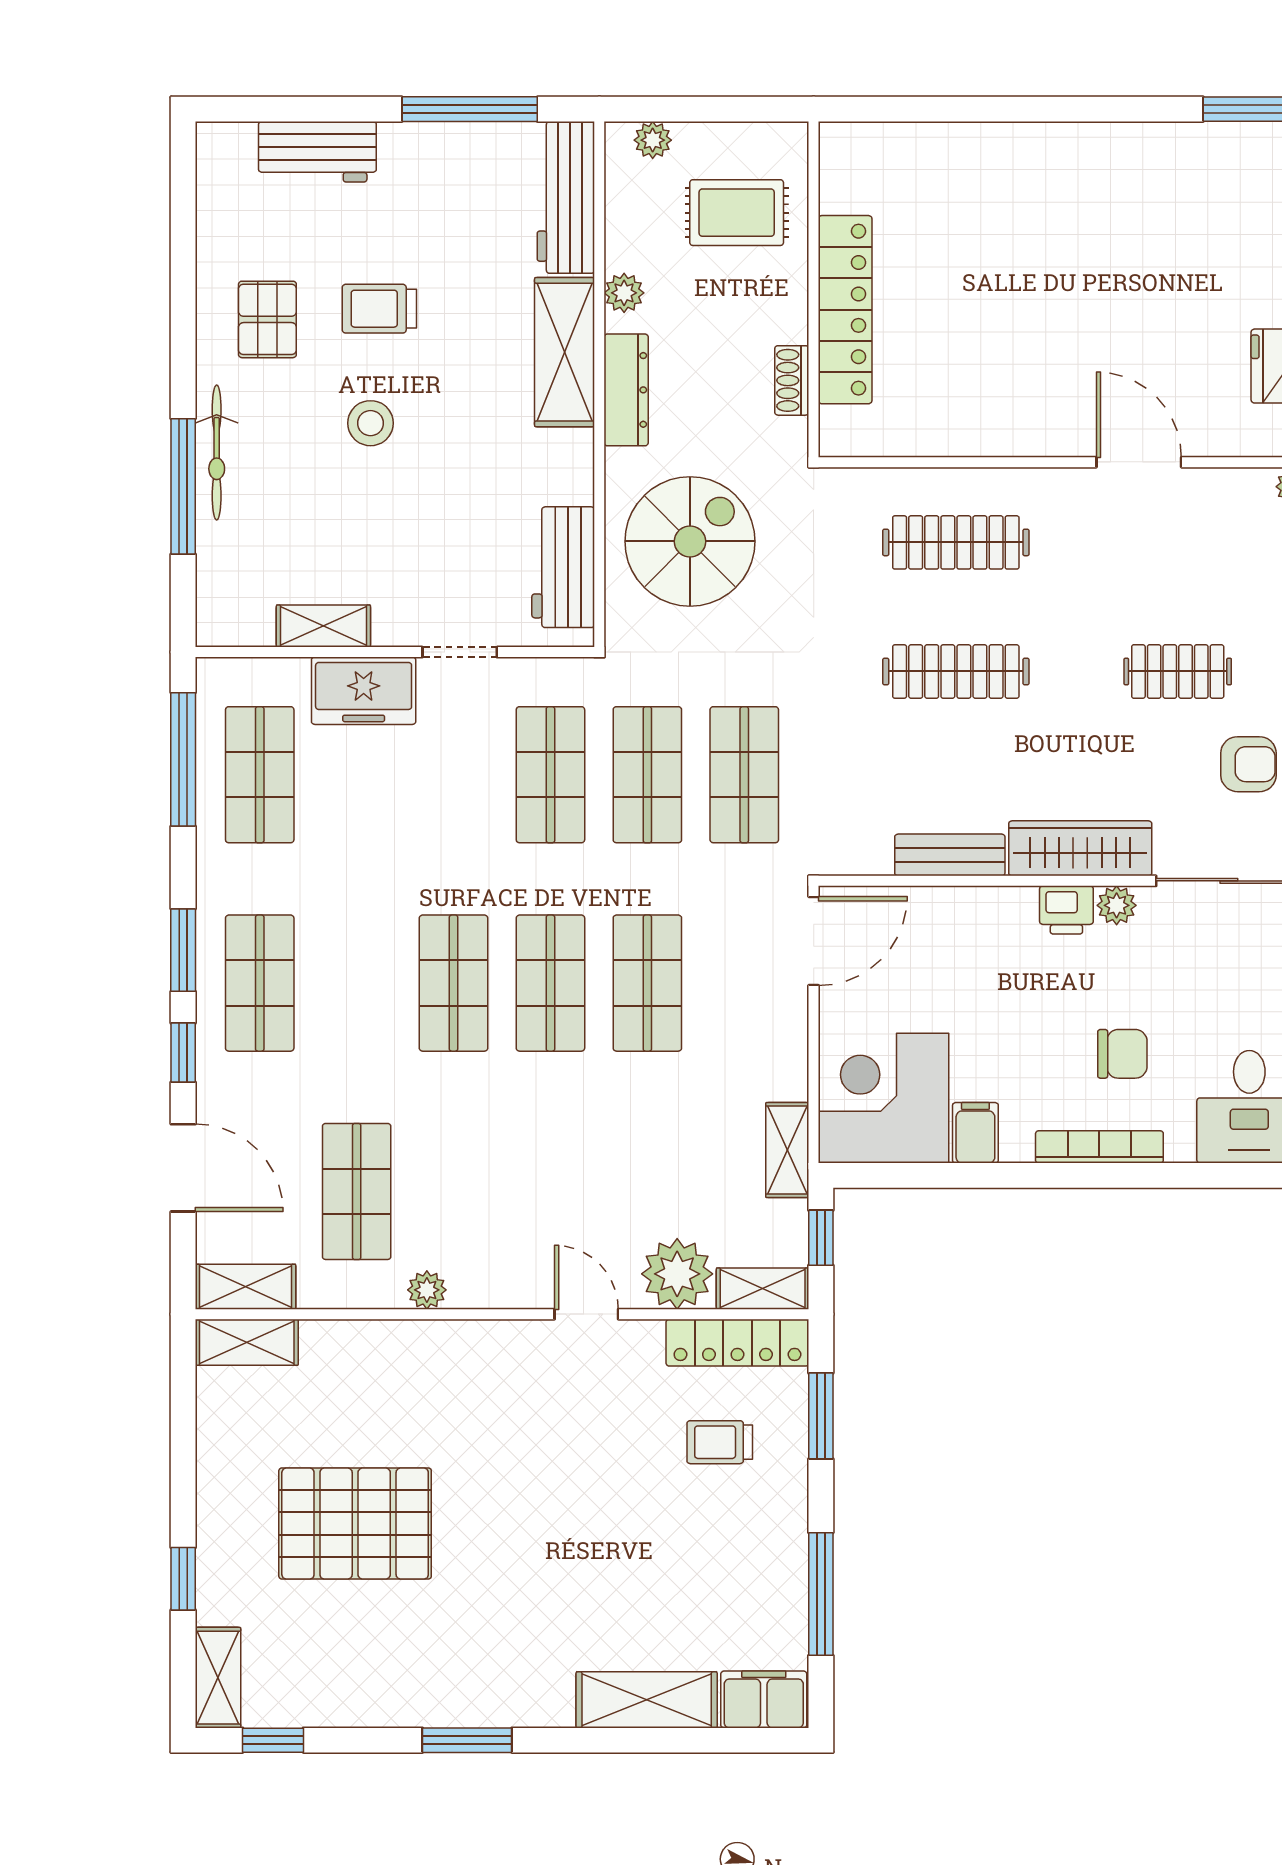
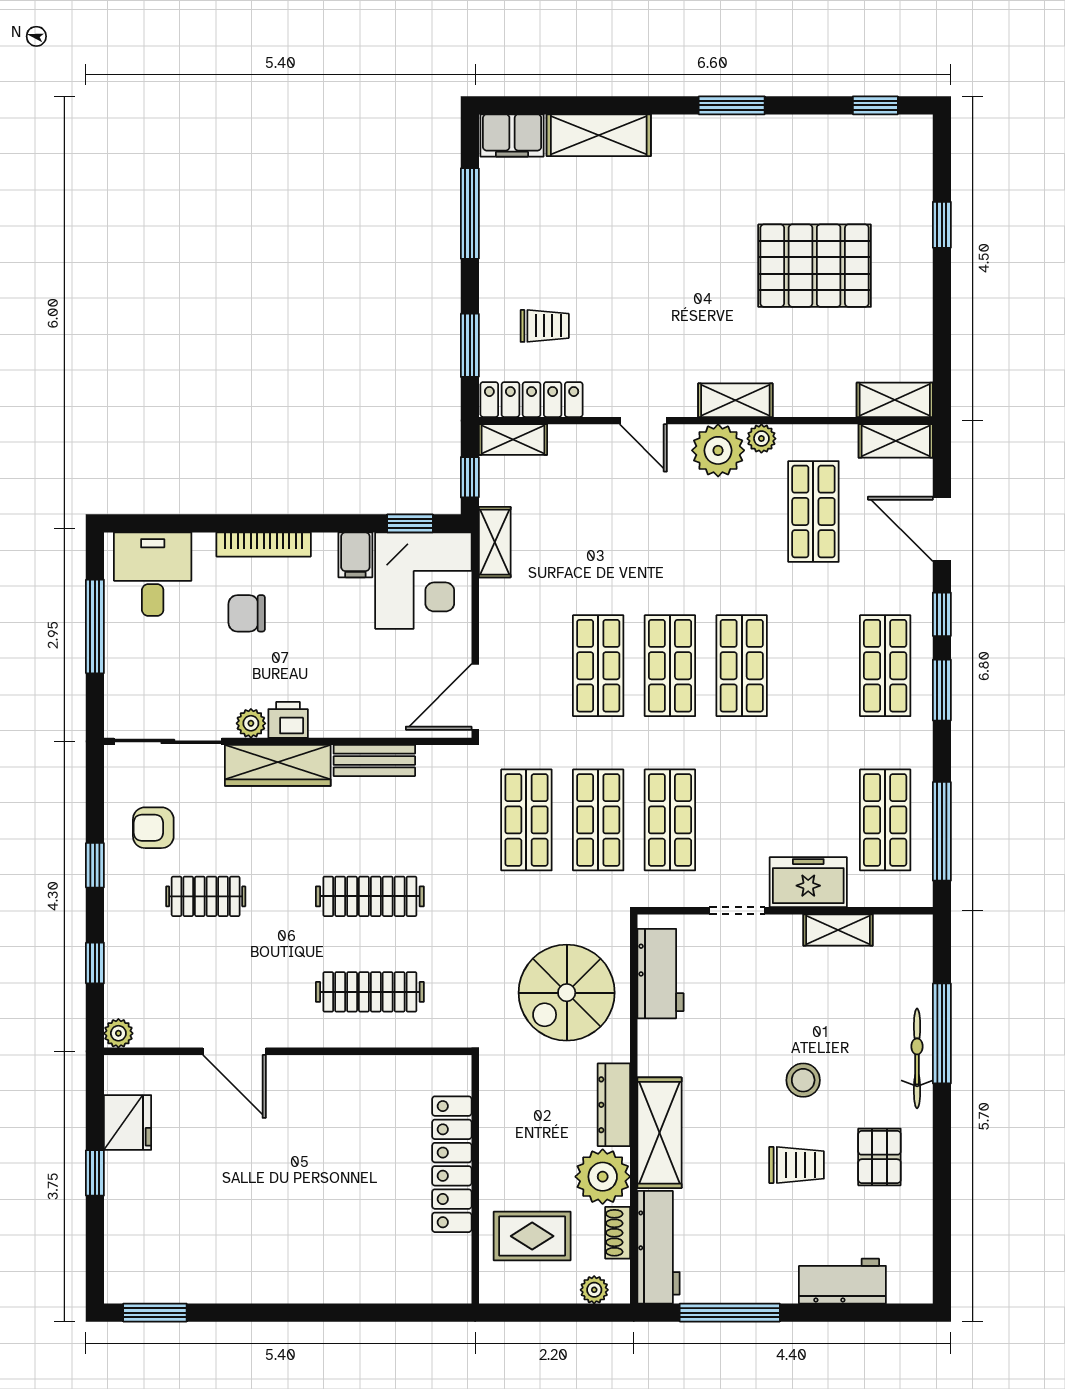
plant: (624, 293) -> (603, 1177), width x1.87, depth x1.87
shoe rack: (792, 380) -> (618, 1233), moved, turned 180
window: (902, 1175) -> (410, 523), added
plant: (677, 1274) -> (718, 450), moved
shelving: (218, 1678) -> (735, 400), moved, turned 90

